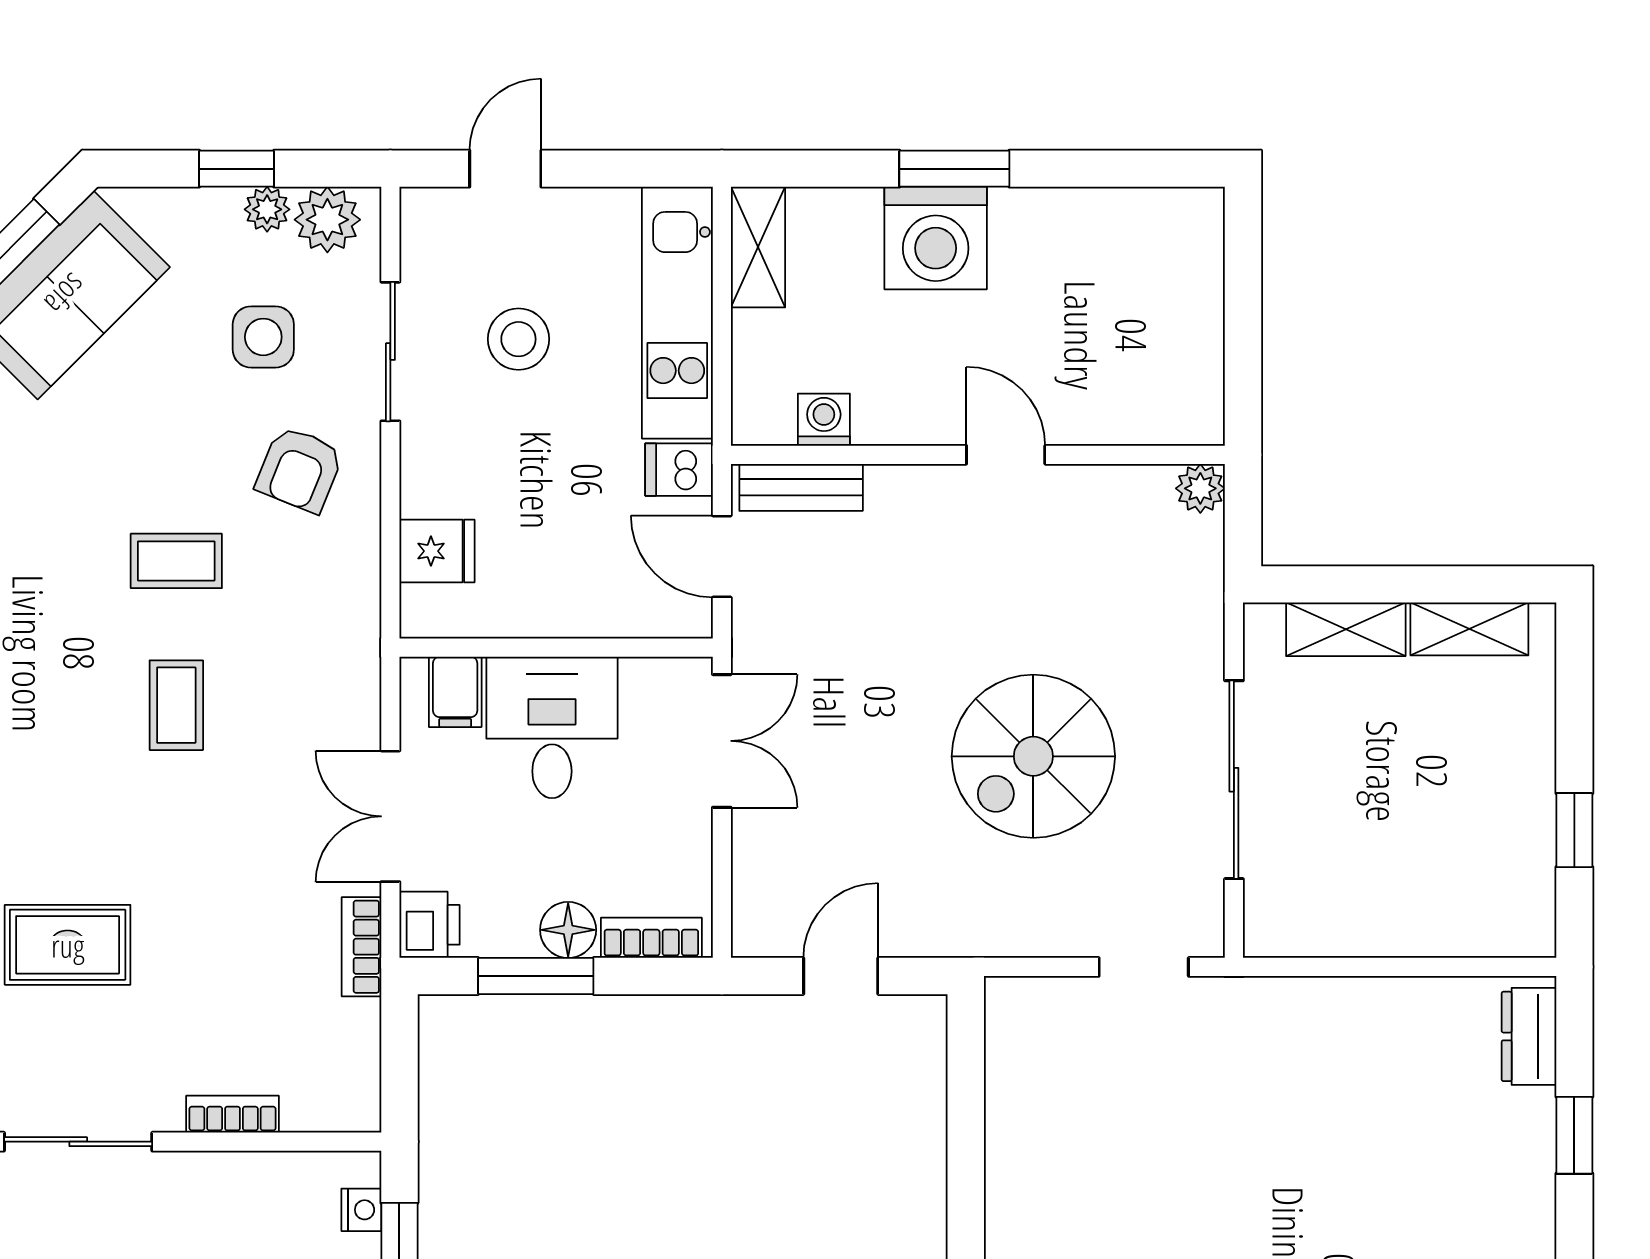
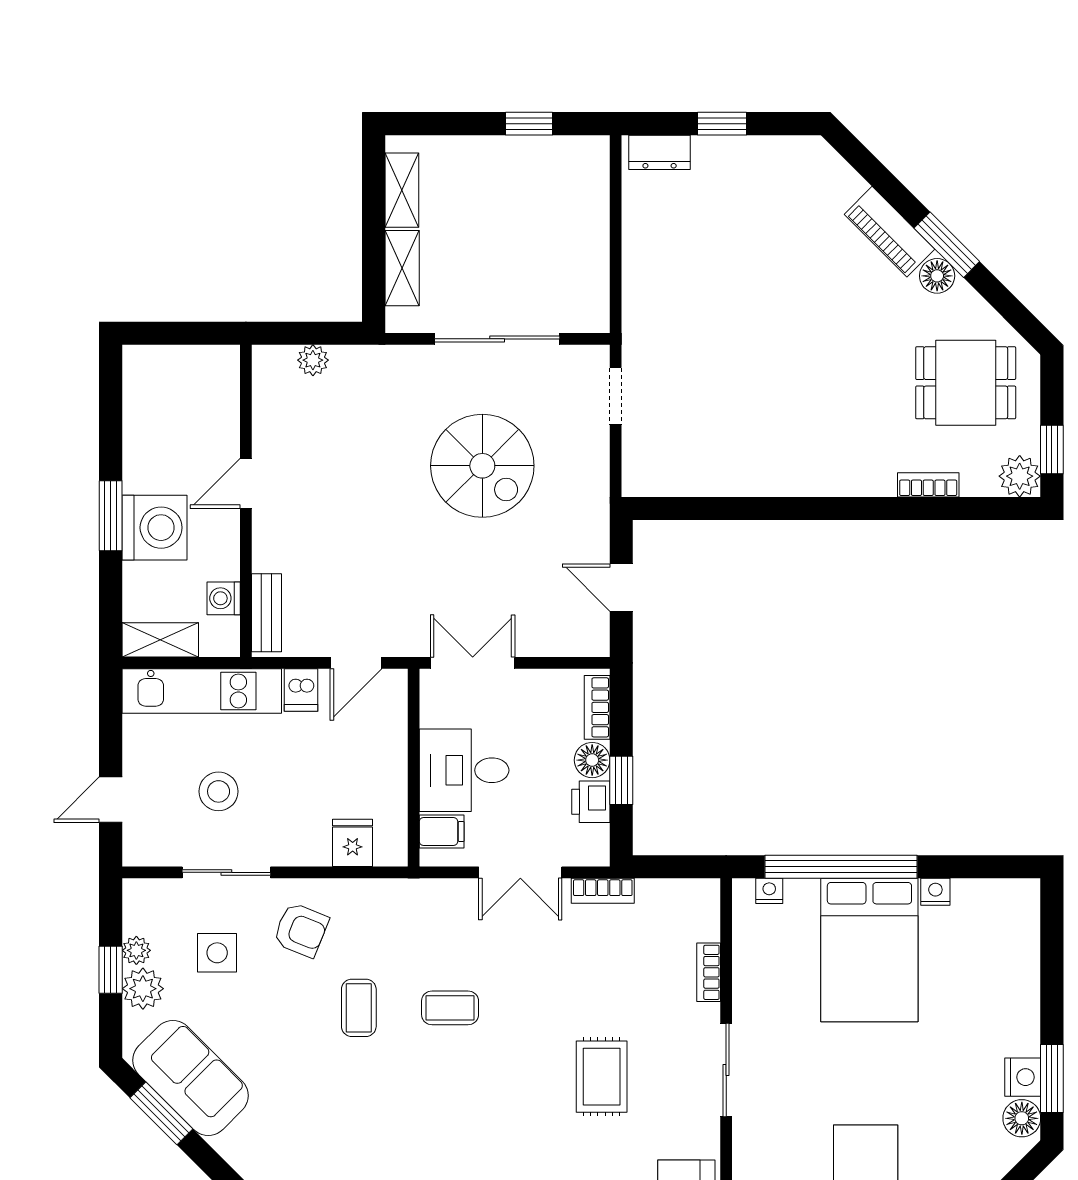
door: (505, 169) -> (111, 800), hinge flipped
plant: (327, 220) -> (143, 989), moved
washing machine: (824, 420) -> (224, 598), moved
wall: (978, 455) -> (246, 501), moved
door: (1006, 455) -> (246, 483), moved
bench: (801, 487) -> (267, 613), moved
printer: (430, 925) -> (591, 802), moved, turned -90
window: (536, 976) -> (621, 780), width x0.67

